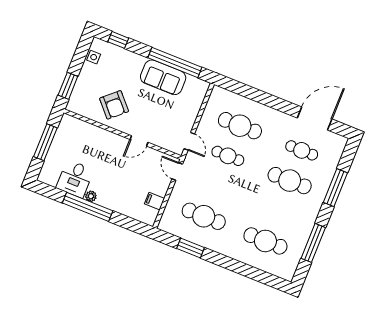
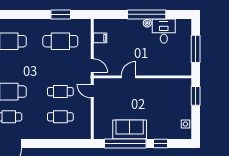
window: (118, 40) -> (161, 143), moved
armchair: (114, 105) -> (157, 96), removed
cafe table: (240, 126) -> (60, 117), width x0.73, depth x0.74

